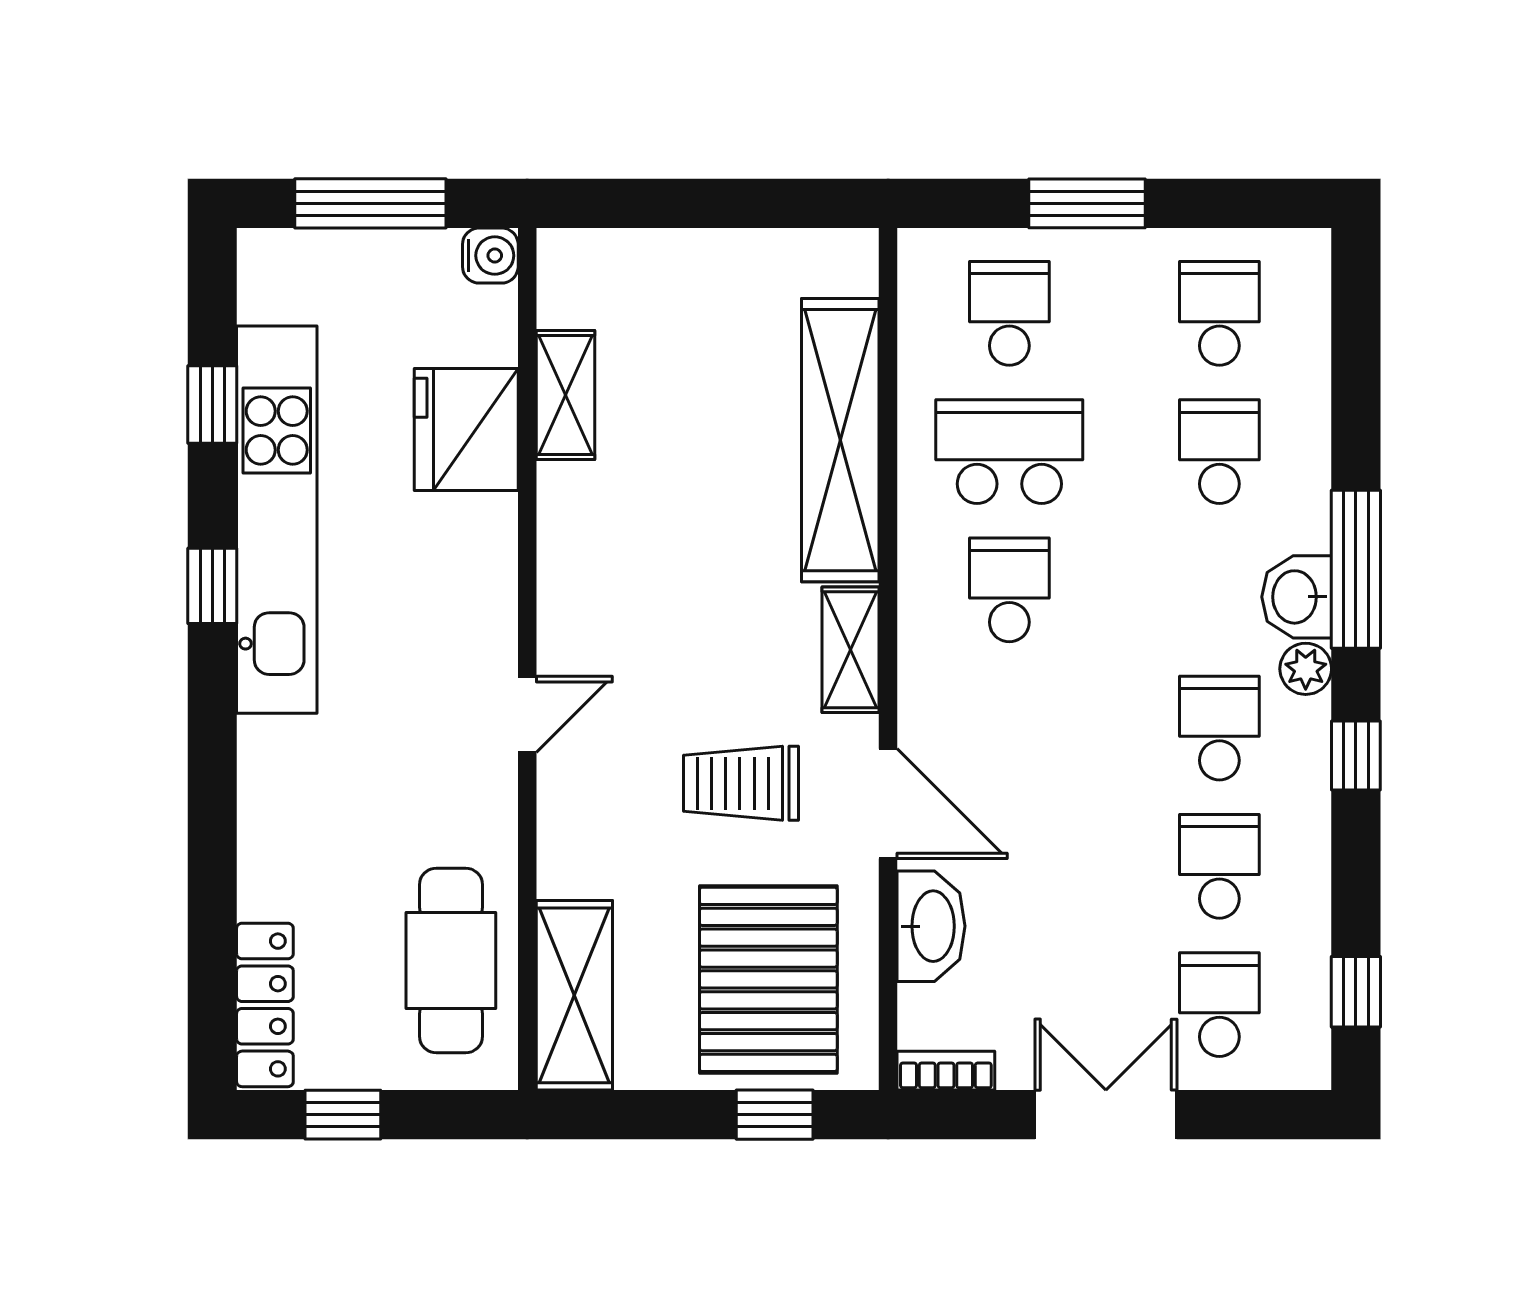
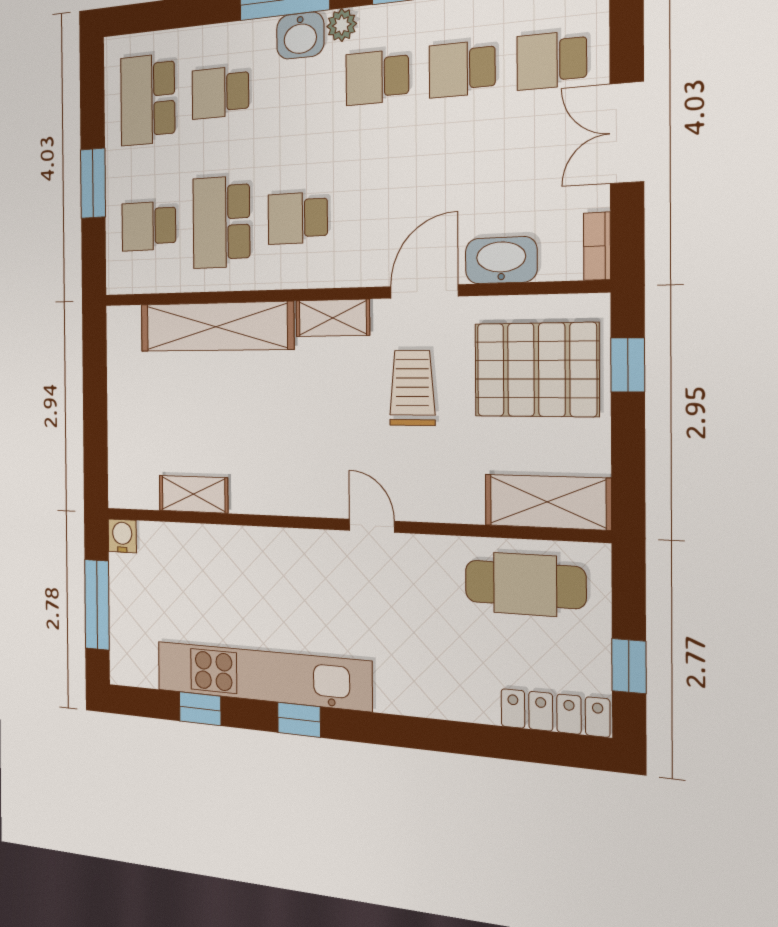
school desk: (1219, 313) -> (148, 100), width x1.85
fridge: (466, 430) -> (212, 555), removed
trolley: (741, 783) -> (412, 388), turned 180

